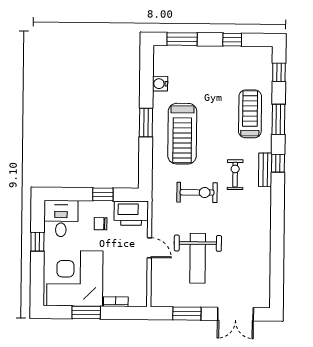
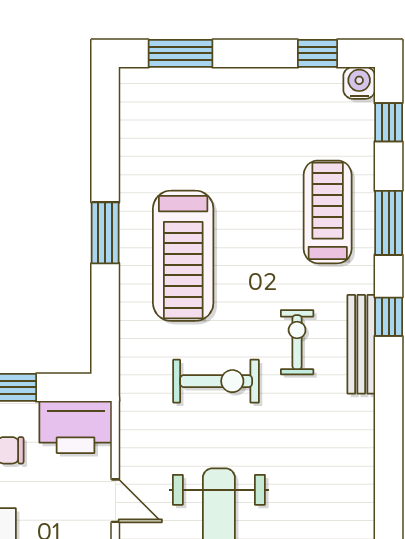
window: (232, 40) -> (317, 53), moved
water cooler: (160, 84) -> (359, 83), moved, turned 90
bench: (265, 170) -> (361, 344), width x1.36

